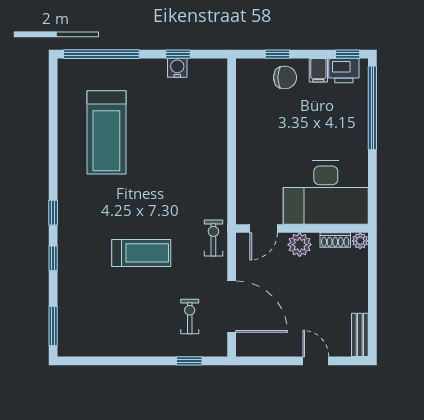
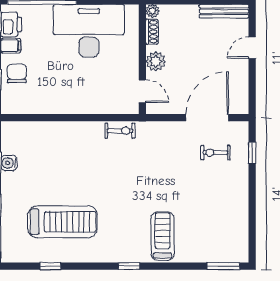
desk: (326, 193) -> (89, 31), moved, turned -90
exercise bike: (213, 238) -> (120, 131), moved, turned 180
treadmill: (141, 253) -> (162, 236), moved
window: (53, 258) -> (50, 266), moved
bench: (360, 335) -> (224, 11), width x1.36

